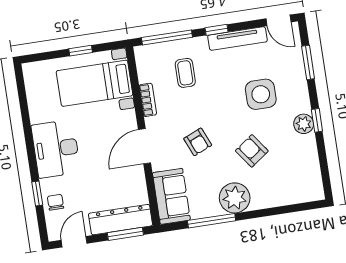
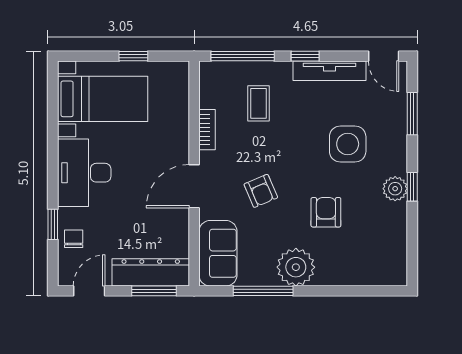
bed with nightstands: (95, 83) -> (103, 99), moved, turned 180
armchair: (252, 151) -> (326, 212), turned 36

